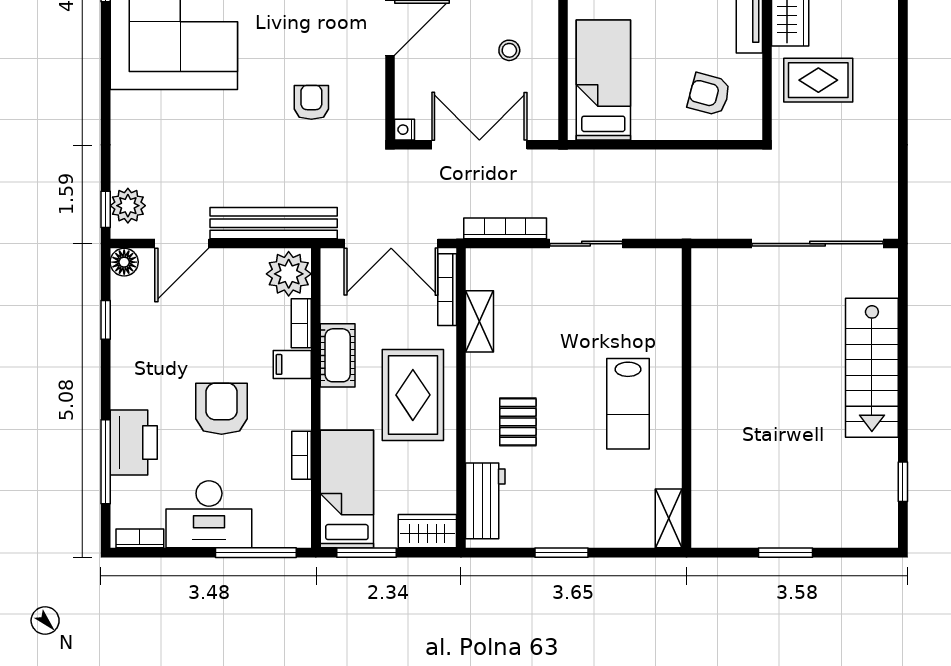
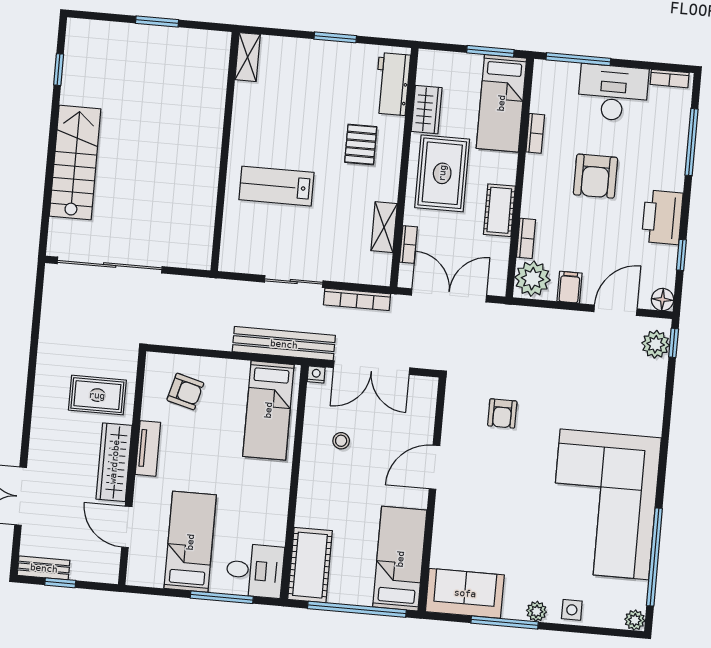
nightstand: (404, 130) -> (316, 374), moved, turned -90
bench: (274, 223) -> (284, 344), moved
bookcase: (447, 290) -> (408, 245), width x0.64
filing cabinet: (292, 364) -> (570, 287), moved, turned -90
lab bench: (628, 404) -> (276, 186), moved, turned -90
printer: (134, 442) -> (662, 217), moved
wardrobe: (427, 531) -> (427, 110), moved, turned -90

